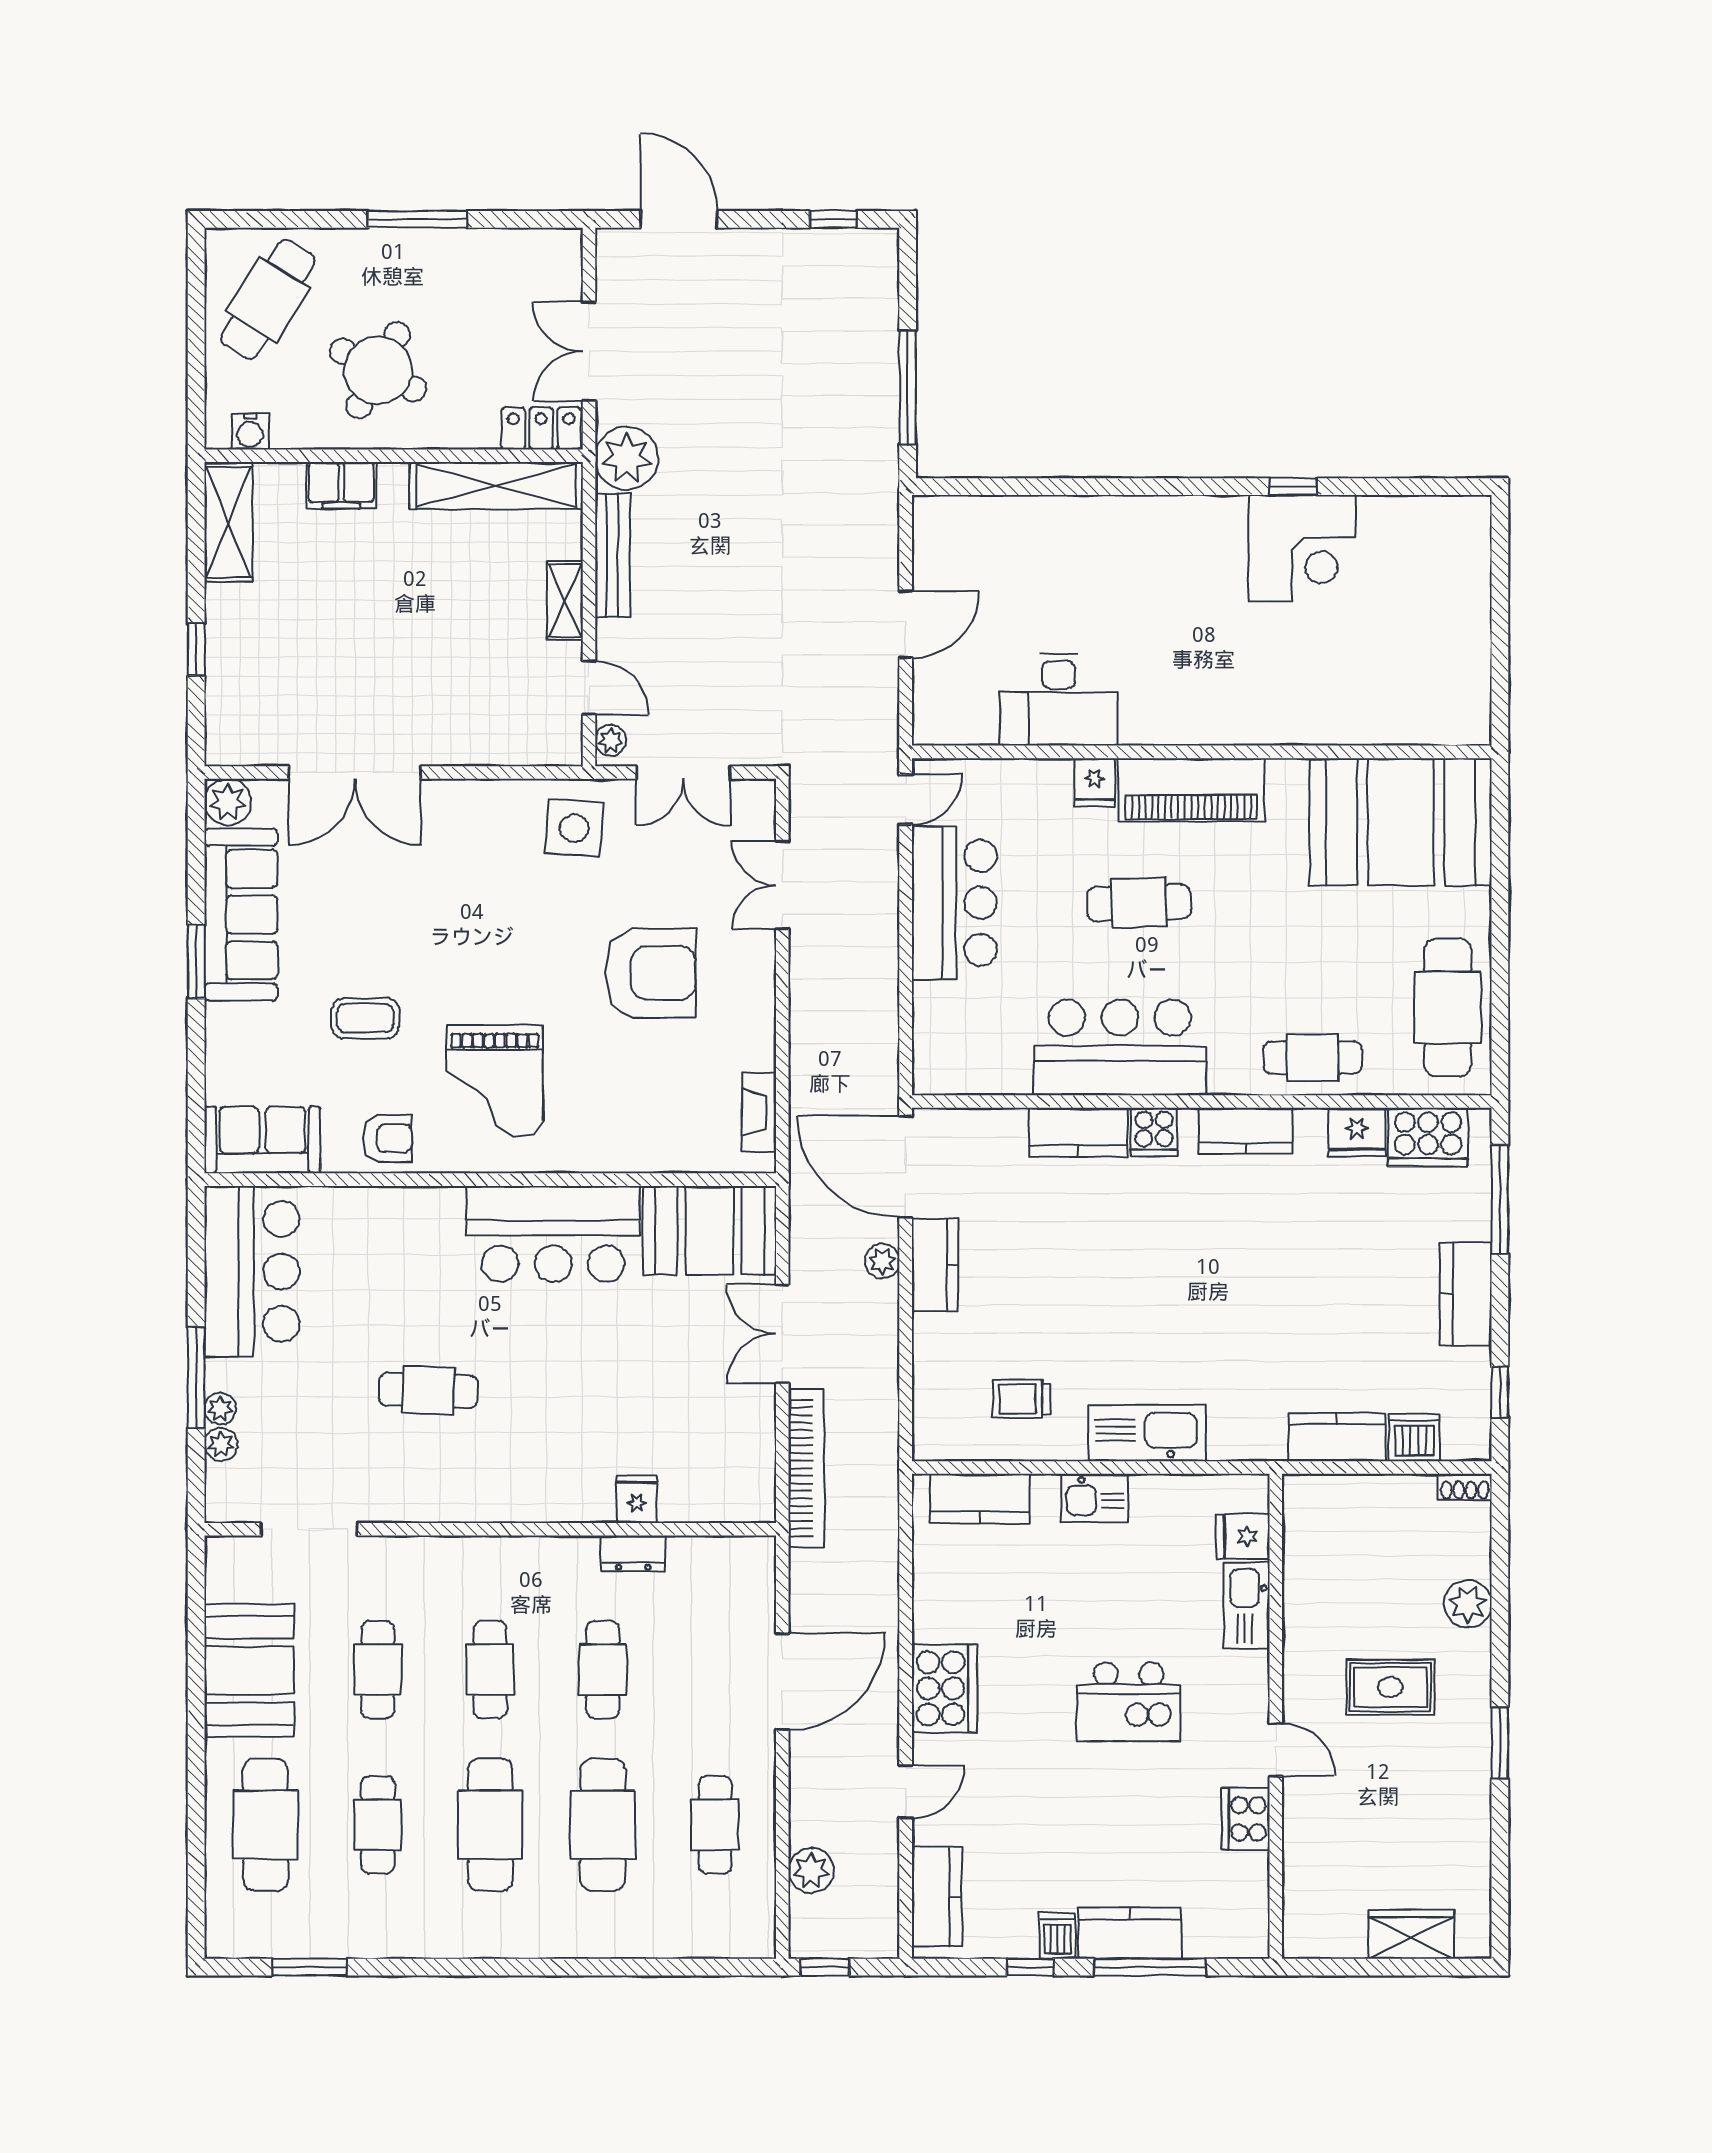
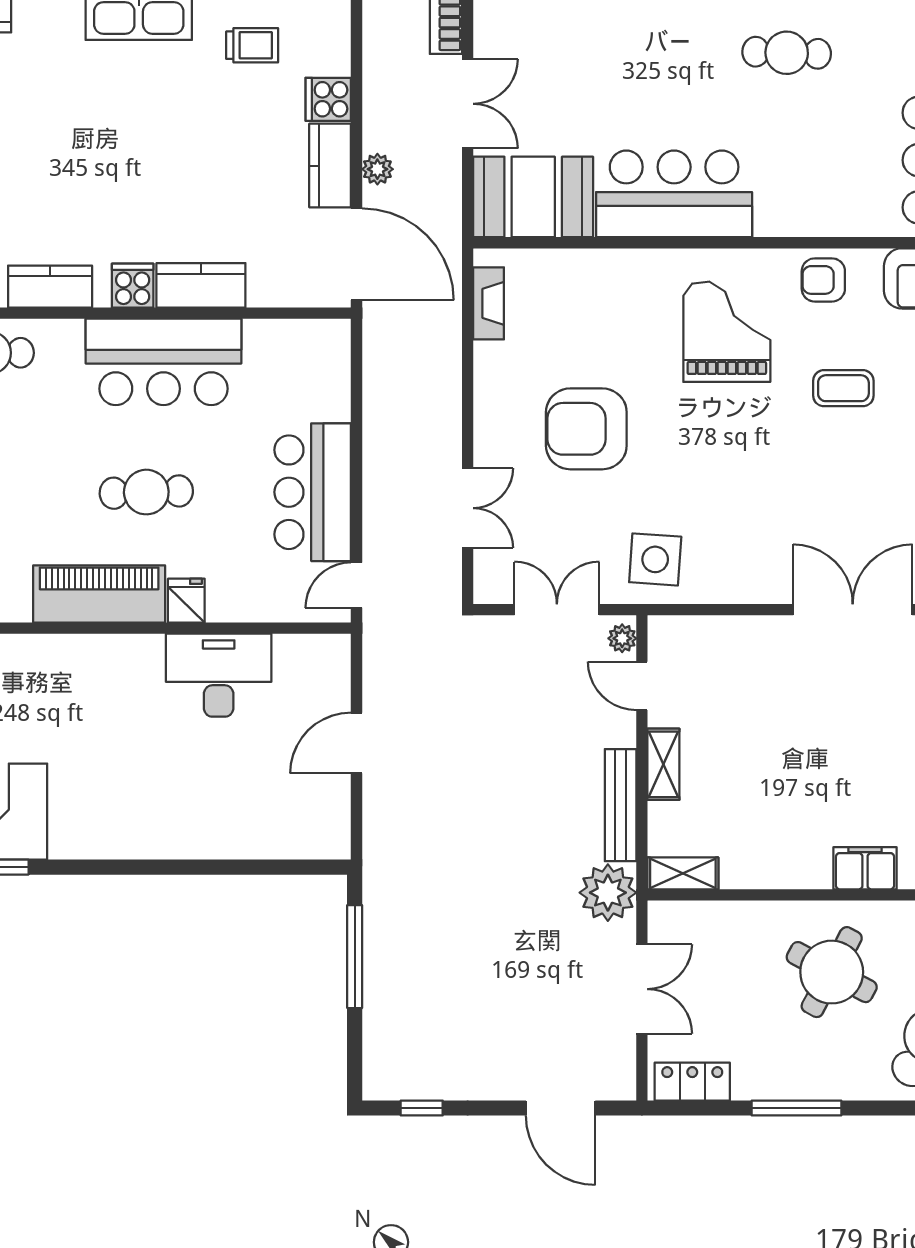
locker: (541, 429) -> (692, 1082), moved, turned 180
shelving: (496, 486) -> (683, 873), width x0.45, depth x0.75
cooker: (937, 1339) -> (328, 99), added

